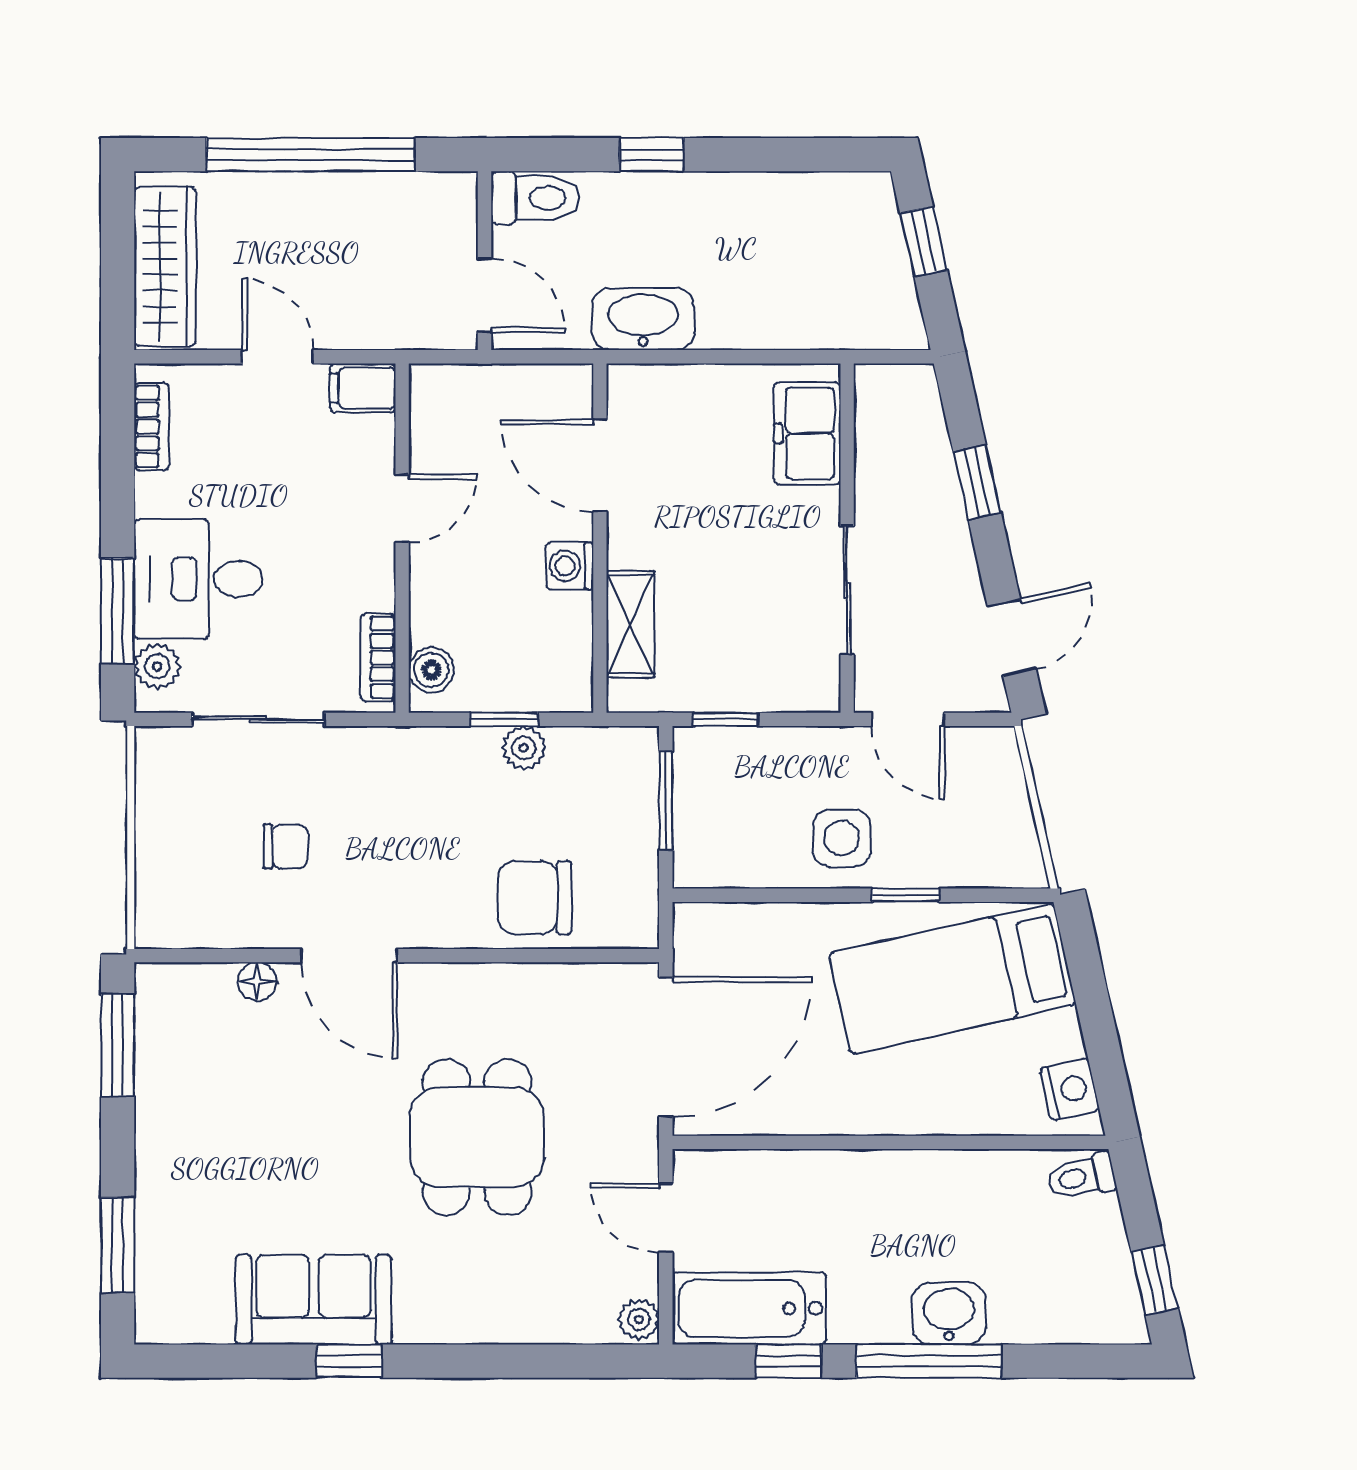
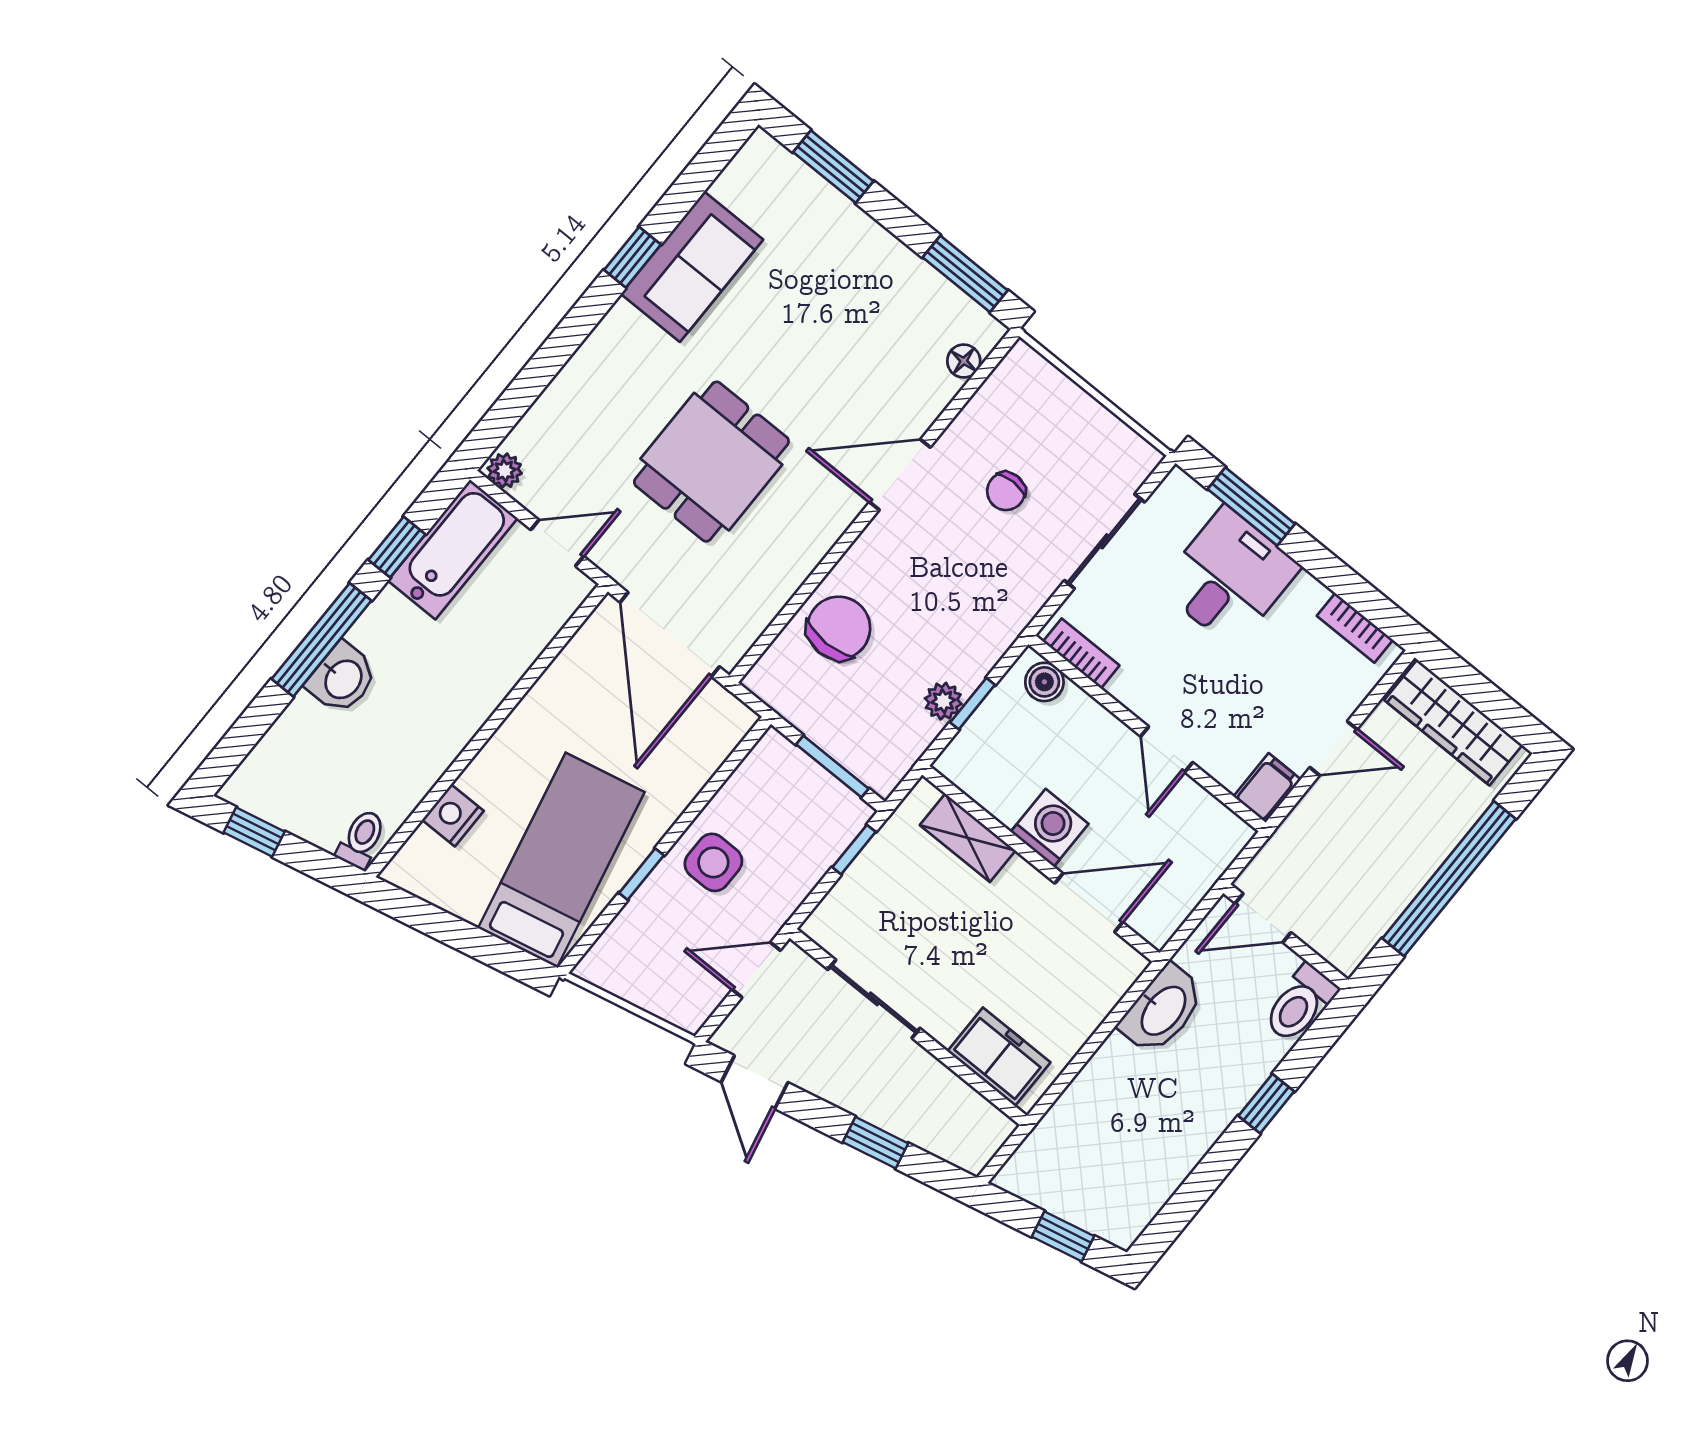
washing machine: (570, 566) -> (1050, 828), width x1.38, depth x1.38
plant: (157, 666) -> (1194, 503), removed
floor lamp: (257, 982) -> (964, 361), moved
nightstand: (1070, 1089) -> (453, 815), moved, turned 103
dining table: (477, 1137) -> (711, 462), turned 90

